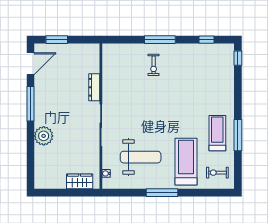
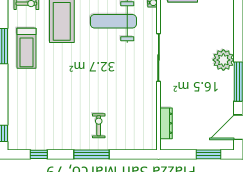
dresser: (94, 87) -> (166, 123), moved
plant: (44, 136) -> (223, 60), moved

